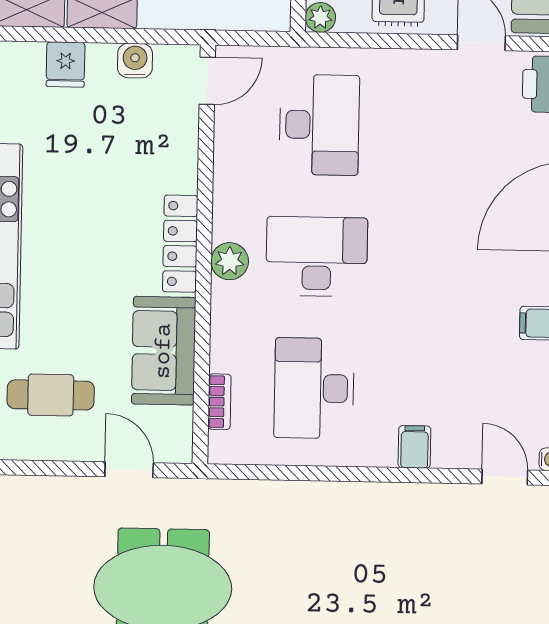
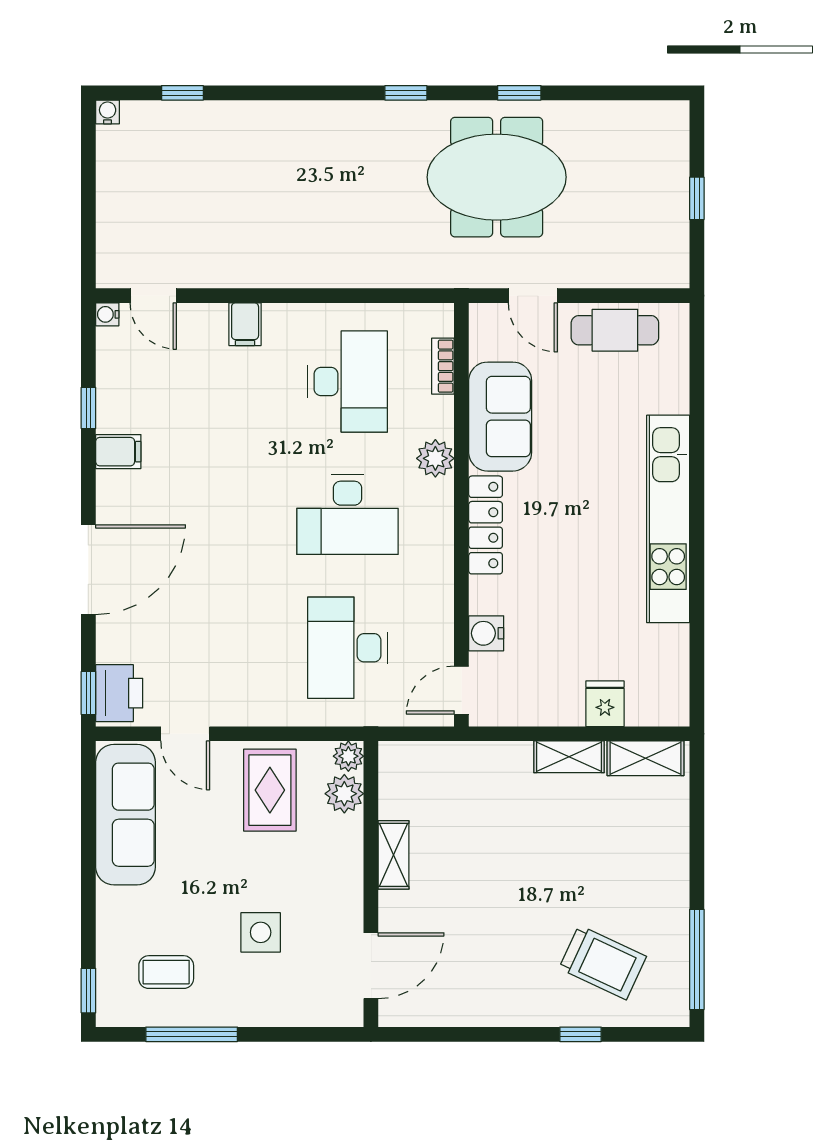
water cooler: (135, 61) -> (486, 633), moved, turned 90
plant: (230, 261) -> (435, 458), moved
cafe table: (51, 395) -> (615, 330), moved

